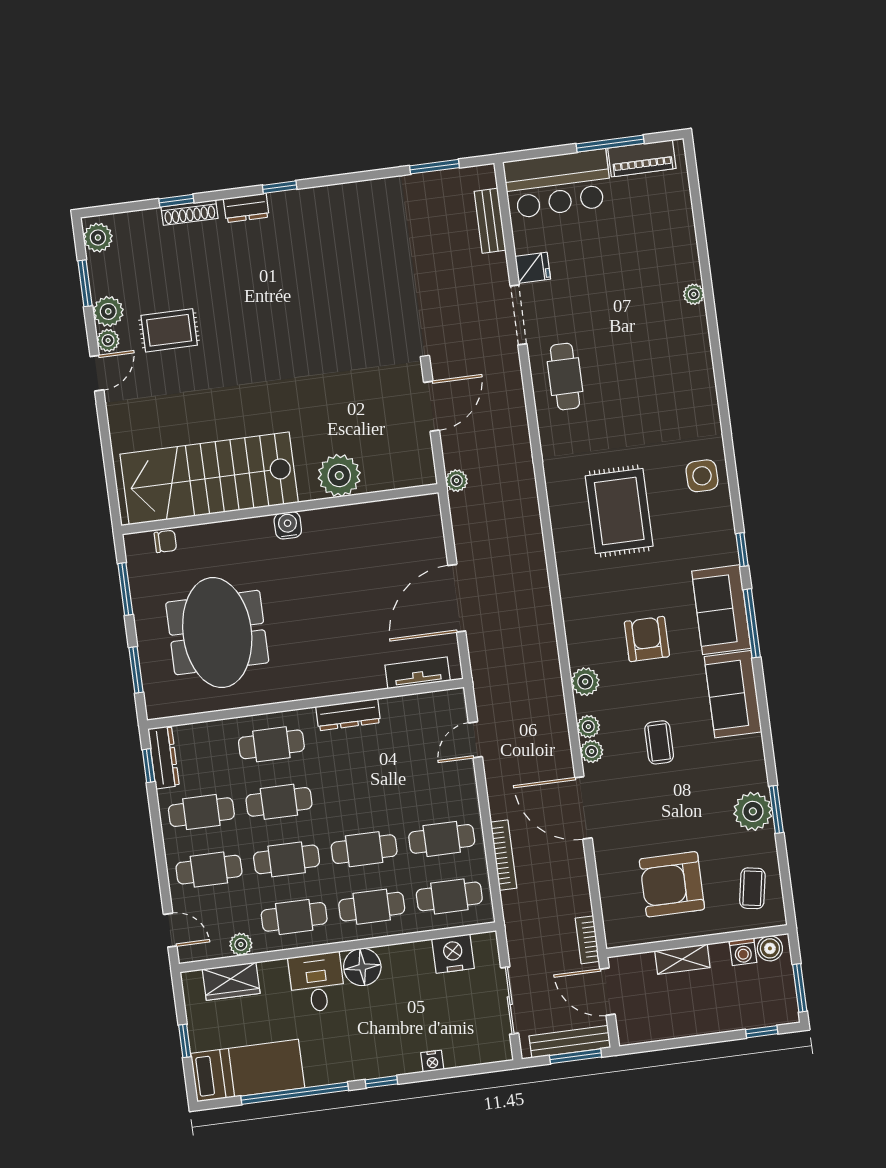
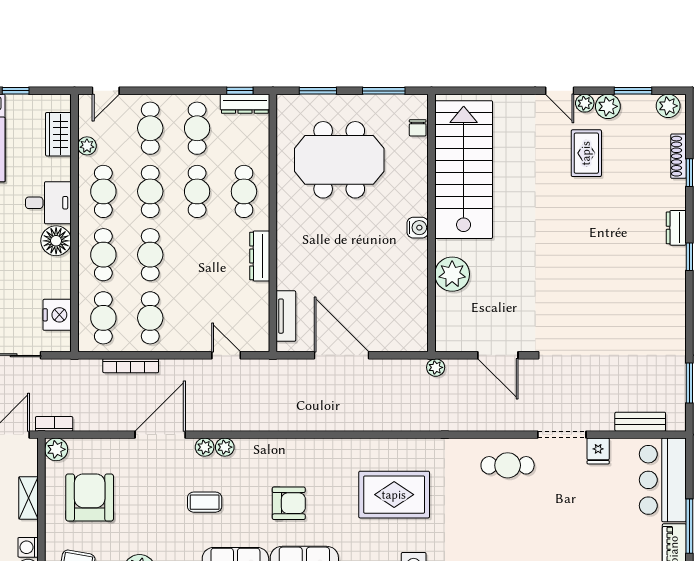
shoe rack: (190, 213) -> (678, 156), moved
plant: (585, 682) -> (56, 449), moved

